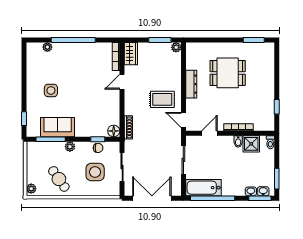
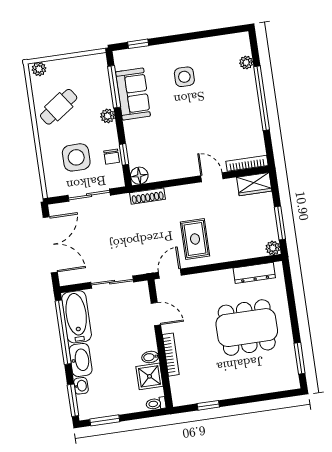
dining table: (228, 73) -> (247, 328), width x1.37
dresser: (191, 84) -> (254, 273), moved
washbasin: (263, 191) -> (81, 360), moved, width x1.91, depth x1.45

